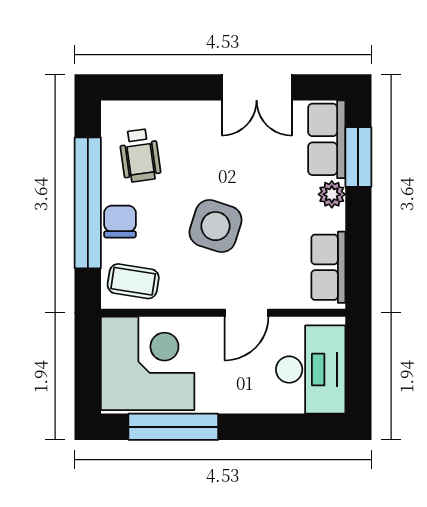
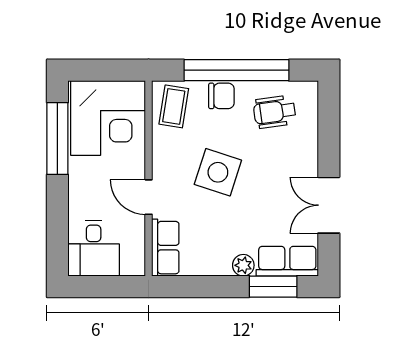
row of seats: (328, 267) -> (165, 248), moved, turned 90
desk: (311, 370) -> (94, 248), width x0.73

